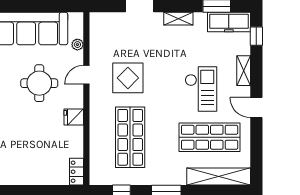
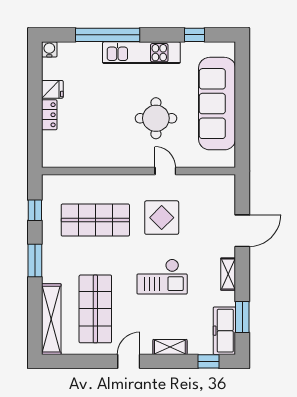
plant: (77, 45) -> (199, 161), removed
checkout: (201, 89) -> (162, 277), moved
fridge: (74, 117) -> (52, 89), moved, turned 90
locker: (76, 172) -> (49, 115), moved, turned 90

